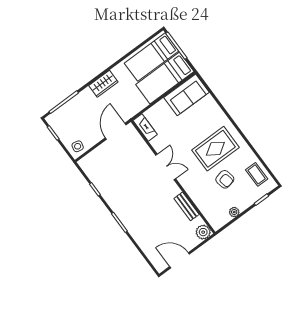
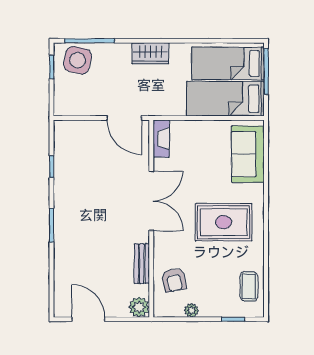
sofa: (186, 95) -> (248, 154), moved, turned 90
door: (116, 131) -> (124, 118), swing flipped
side table: (78, 146) -> (78, 60), moved, width x1.87, depth x1.87
double door: (166, 167) -> (151, 201), width x1.37
armchair: (225, 179) -> (174, 280), moved

